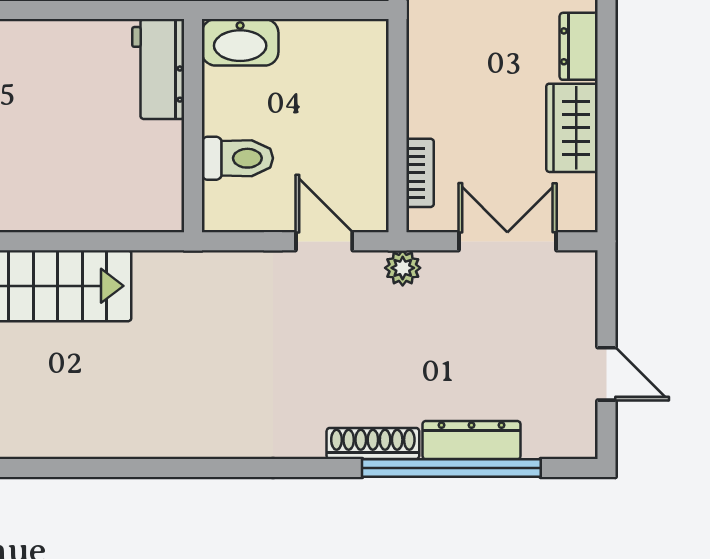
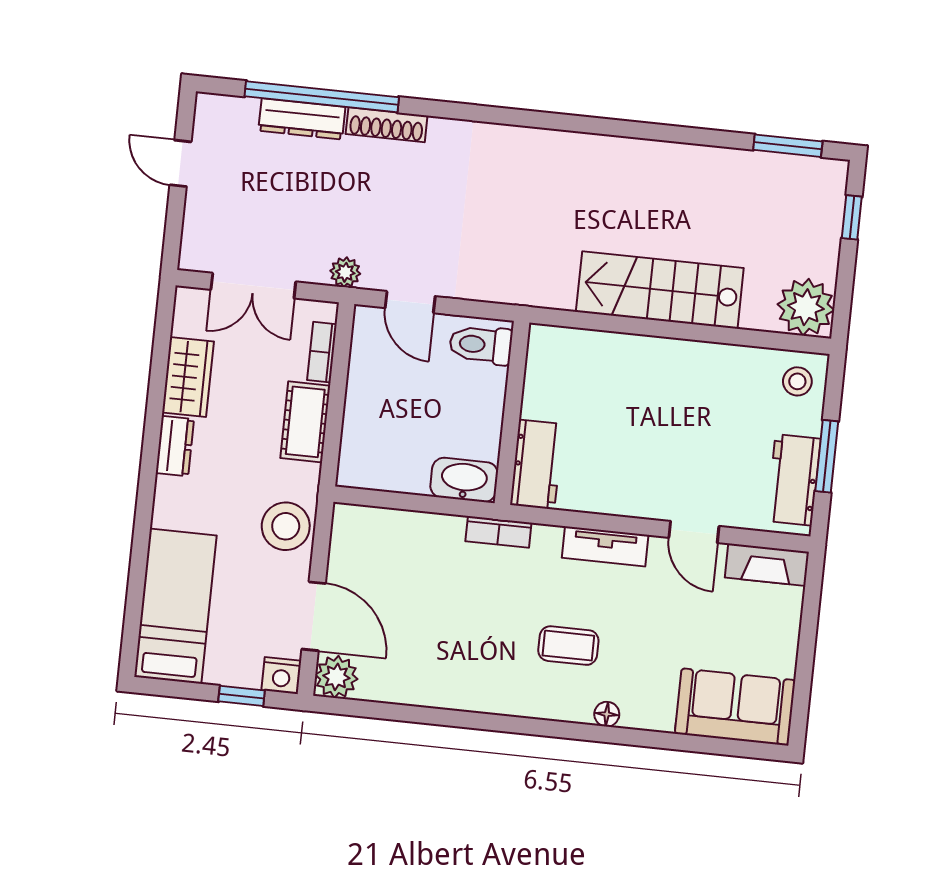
cot: (431, 90) -> (305, 422), added
toilet: (237, 158) -> (481, 345), moved

